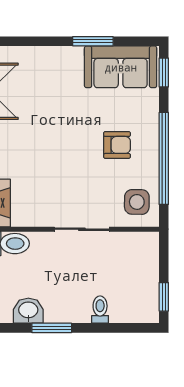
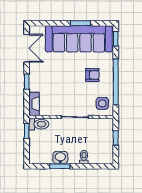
sofa: (121, 67) -> (79, 39), width x1.85, depth x1.27
window: (164, 297) -> (116, 138), moved
washbasin: (28, 311) -> (60, 158), moved

